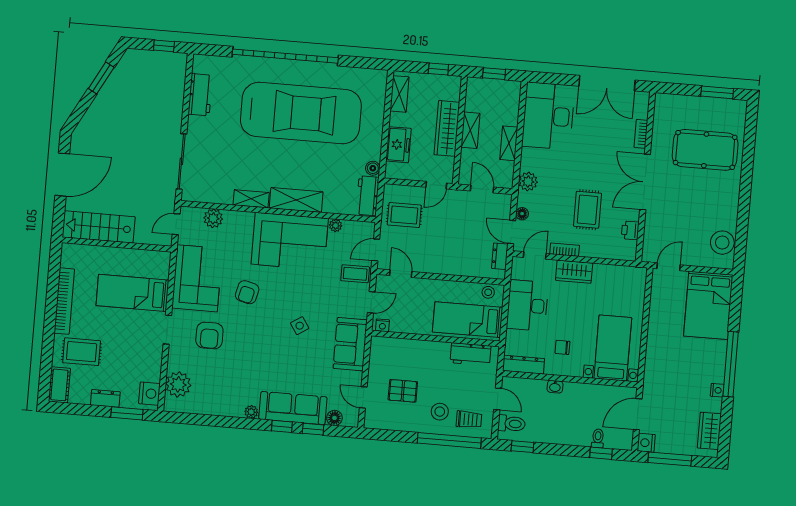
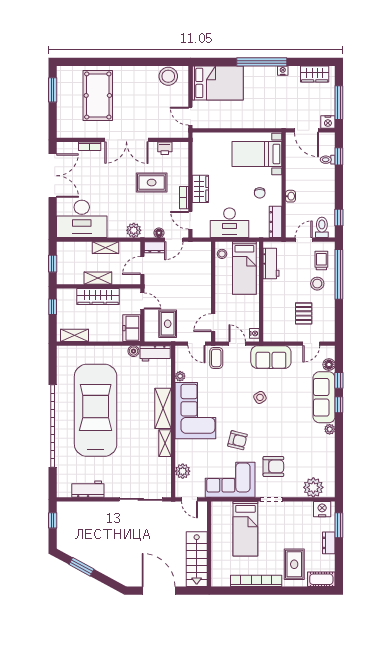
freezer: (398, 145) -> (132, 328), moved, turned -90
dresser: (500, 256) -> (154, 247), moved

